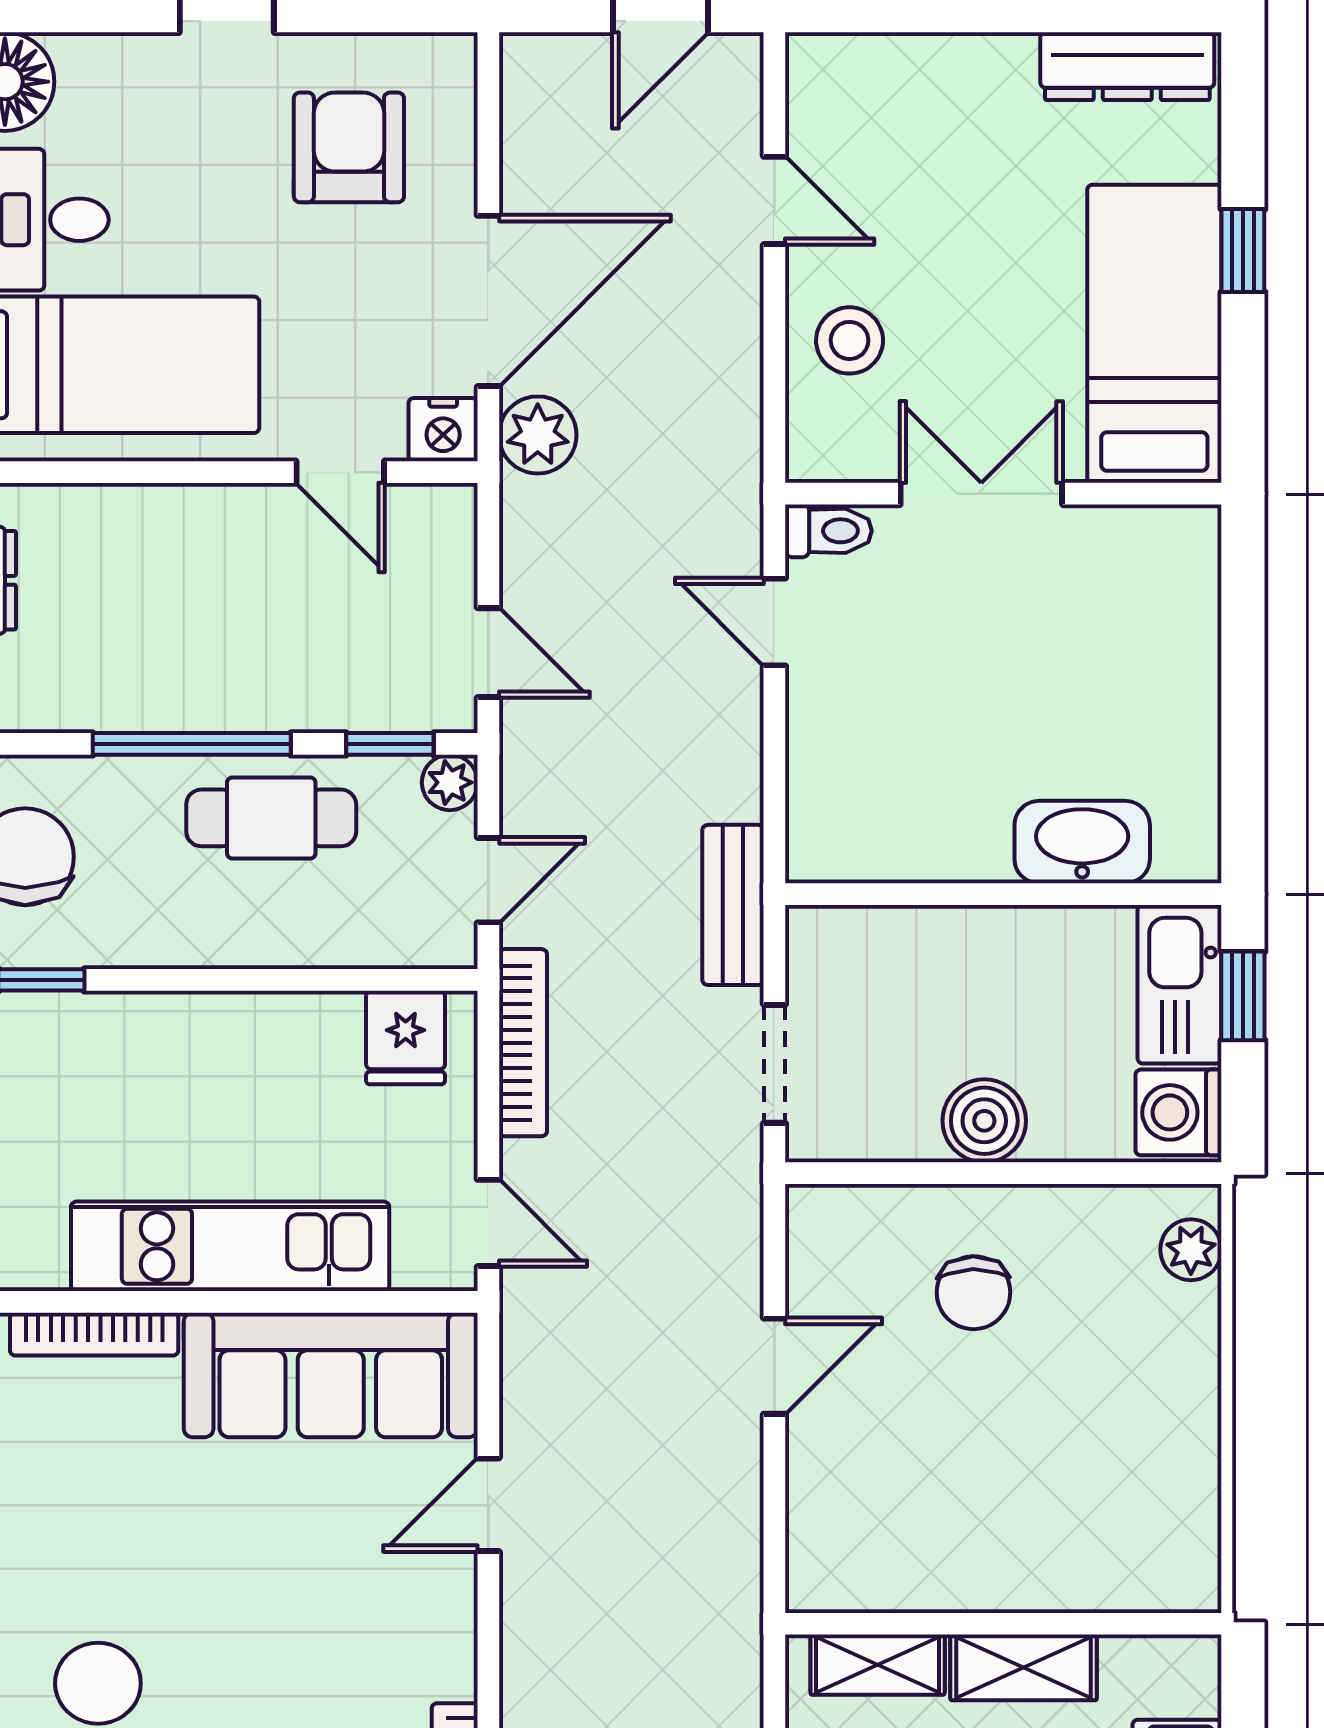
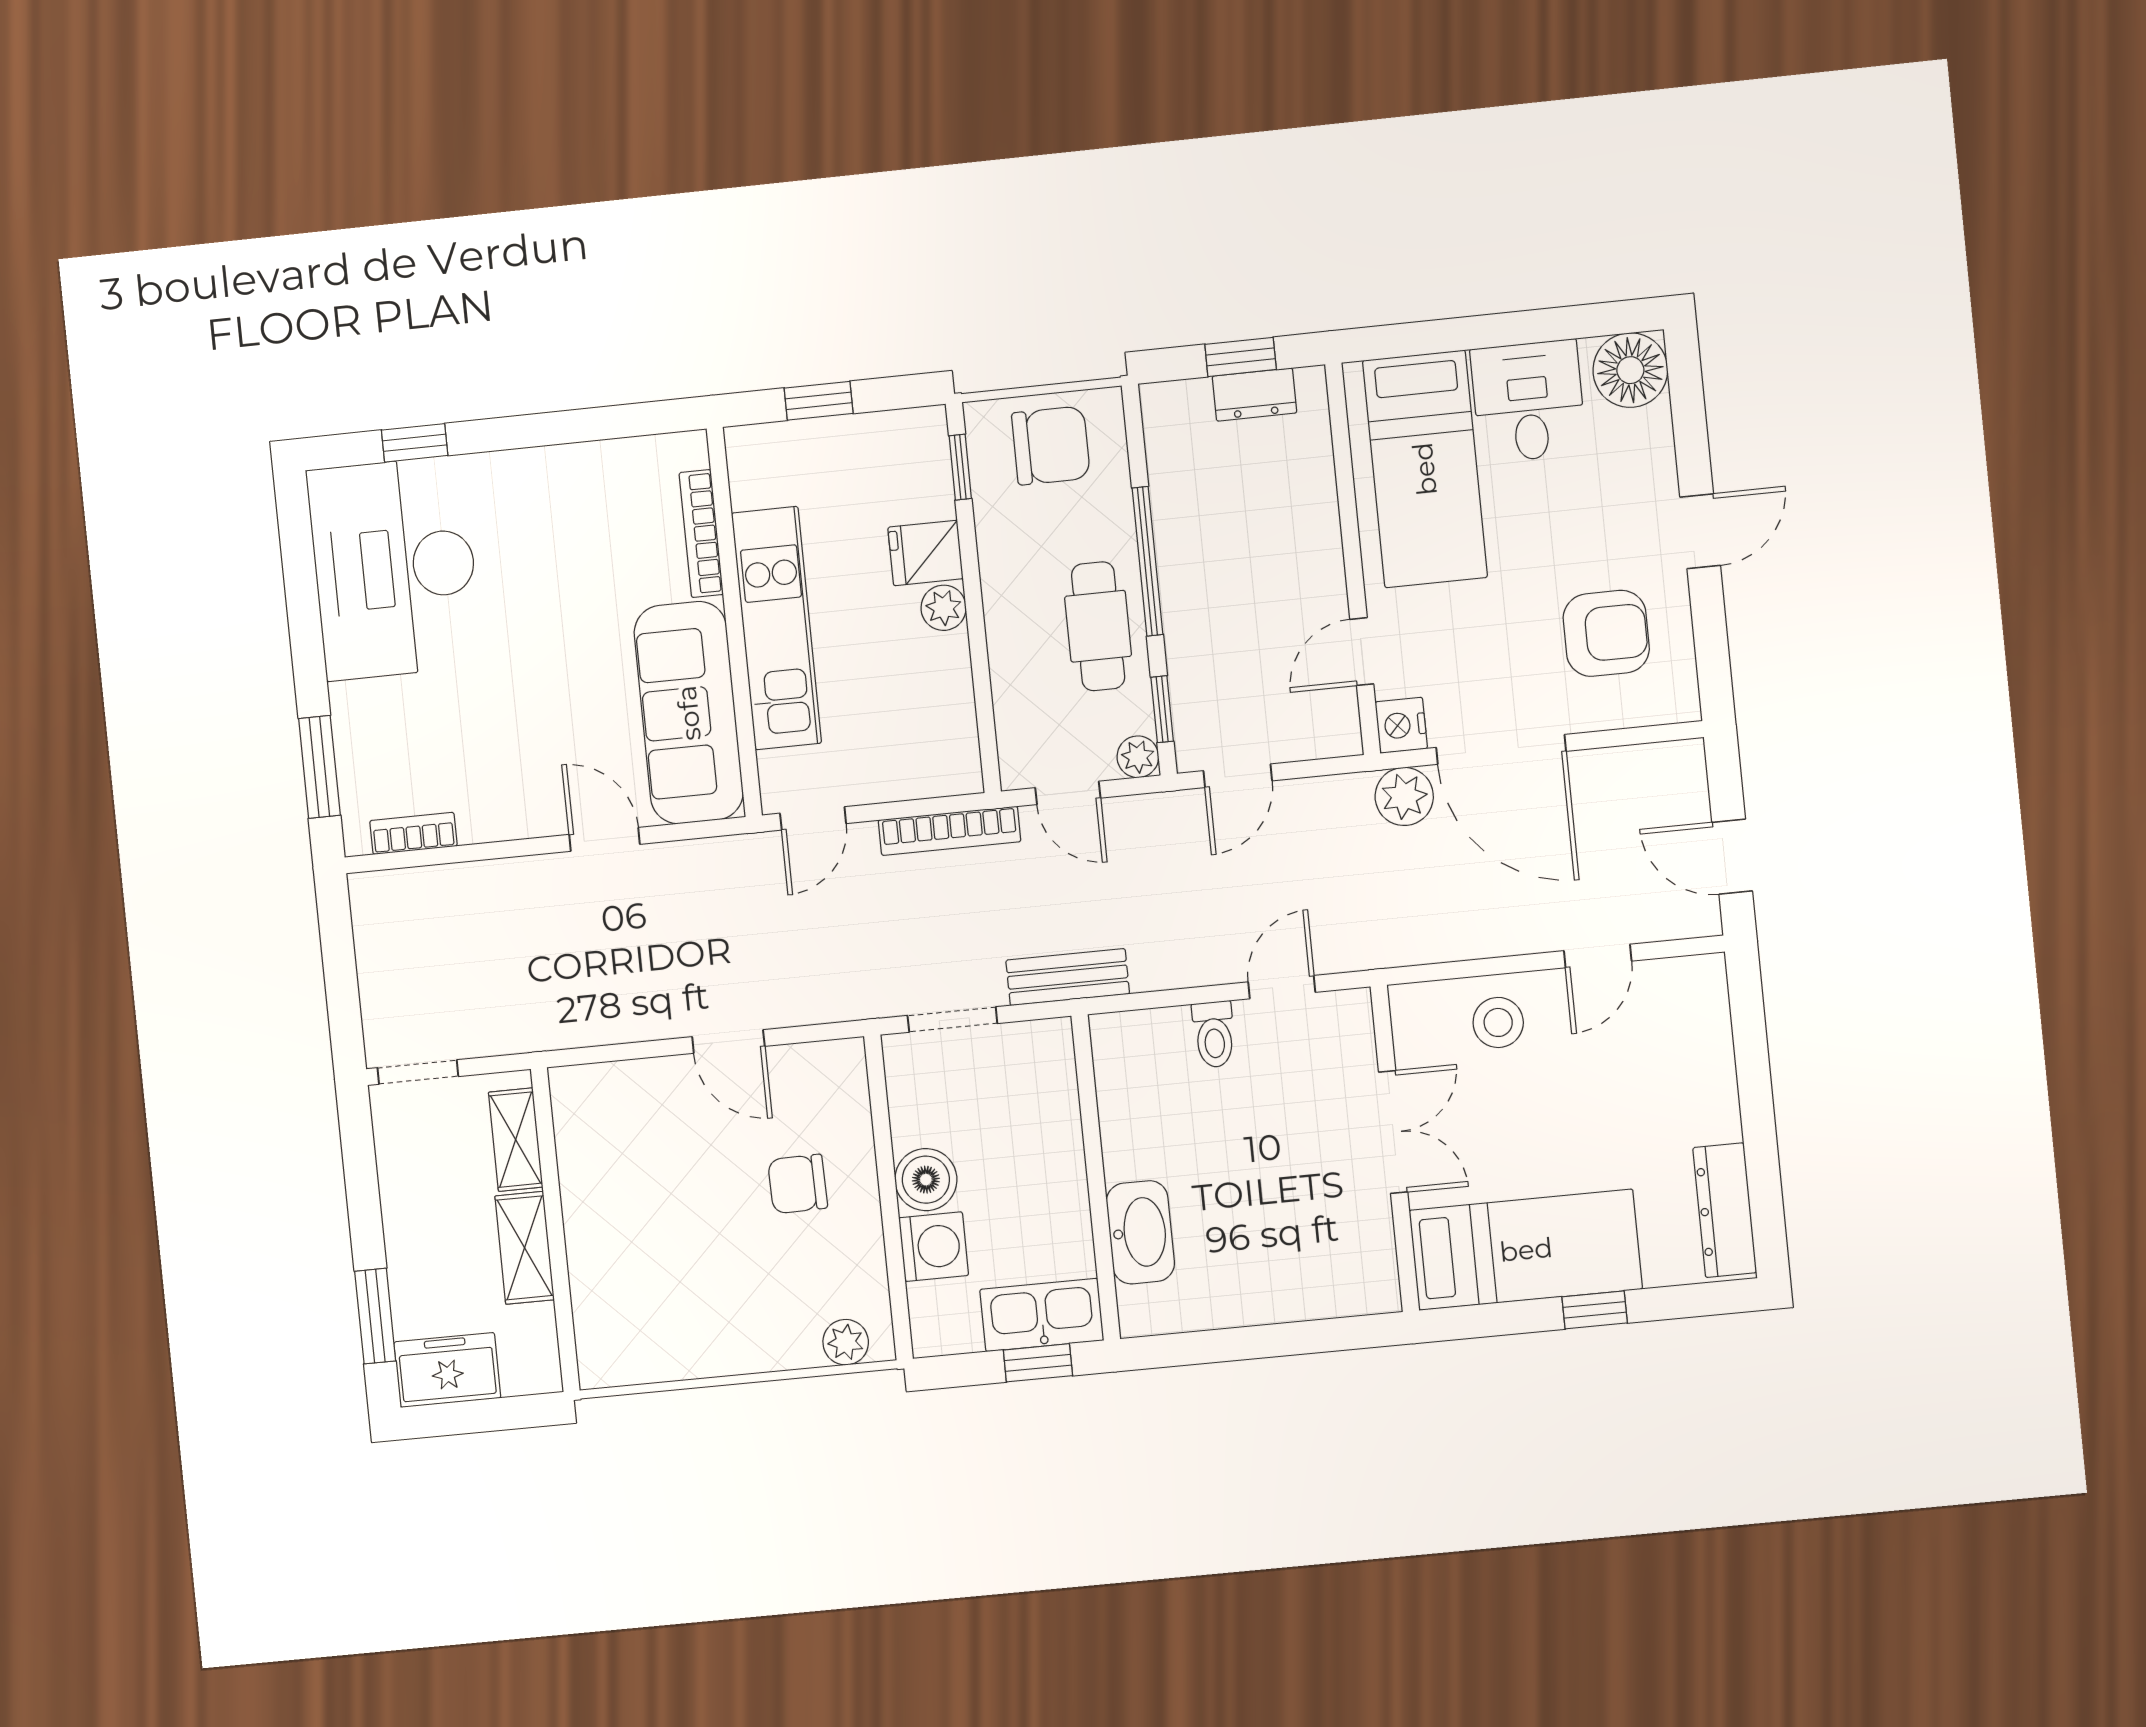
toilet: (828, 531) -> (1214, 1034), moved
plant: (226, 1021) -> (944, 608), added
fridge: (406, 1038) -> (926, 553), moved
washing machine: (1179, 1112) -> (934, 1247), moved, turned 90

